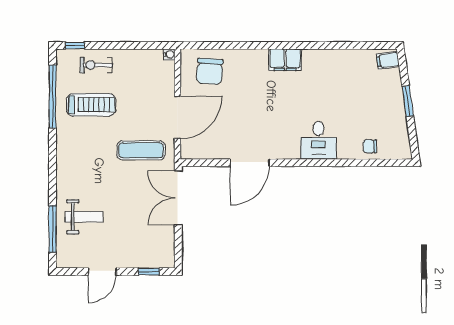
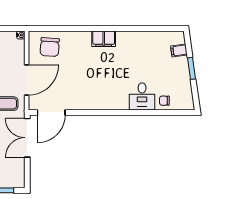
filing cabinet: (388, 60) -> (179, 51), moved
desk: (318, 140) -> (142, 96), moved
door: (250, 163) -> (51, 112), moved

